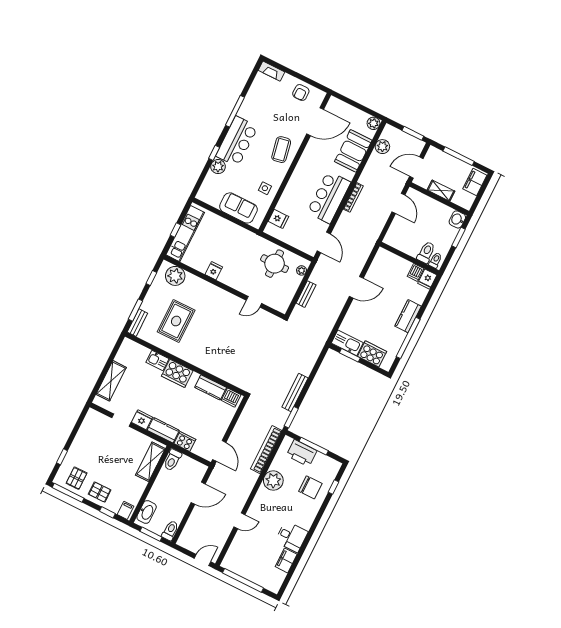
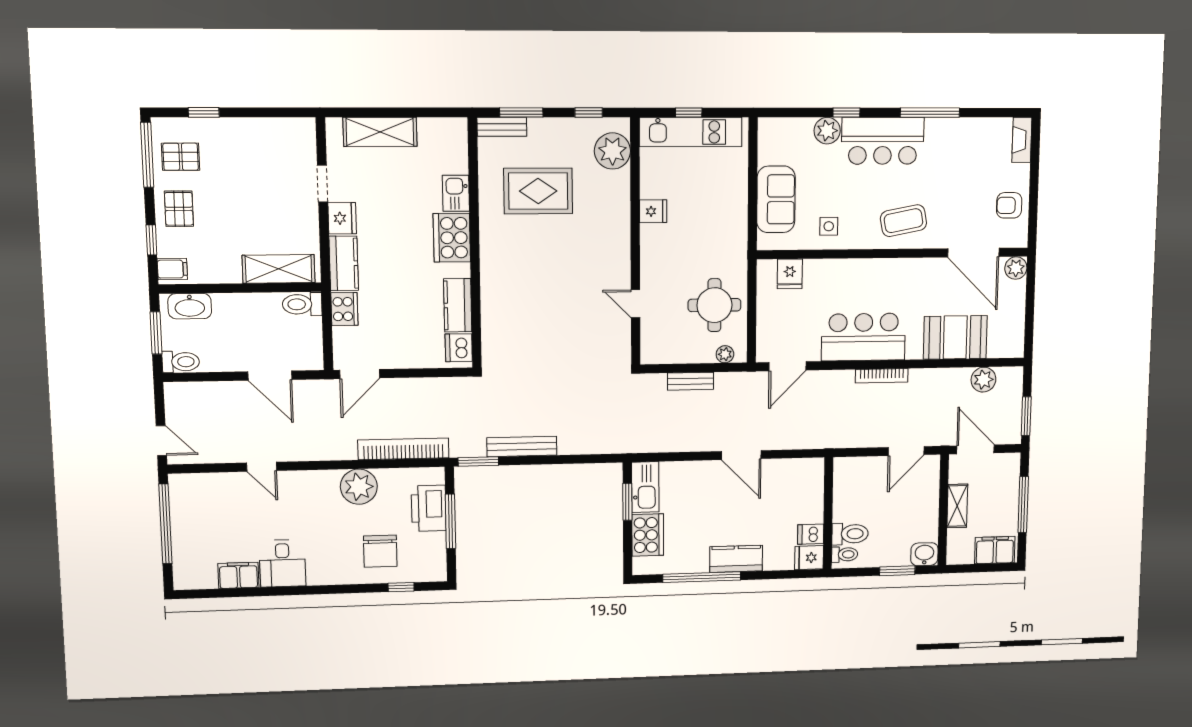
plant: (373, 123) -> (1016, 268), moved

